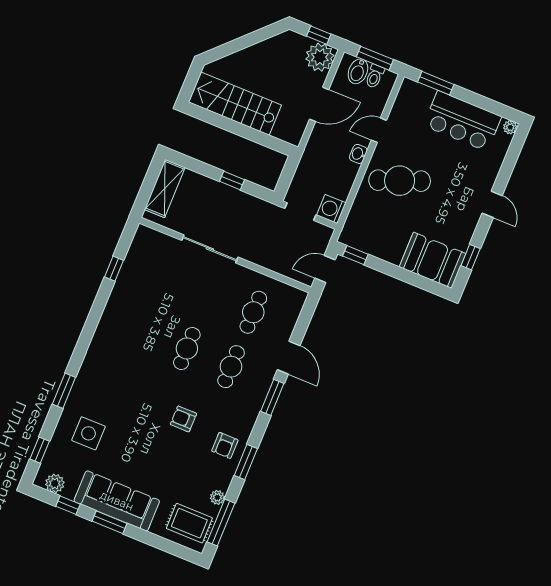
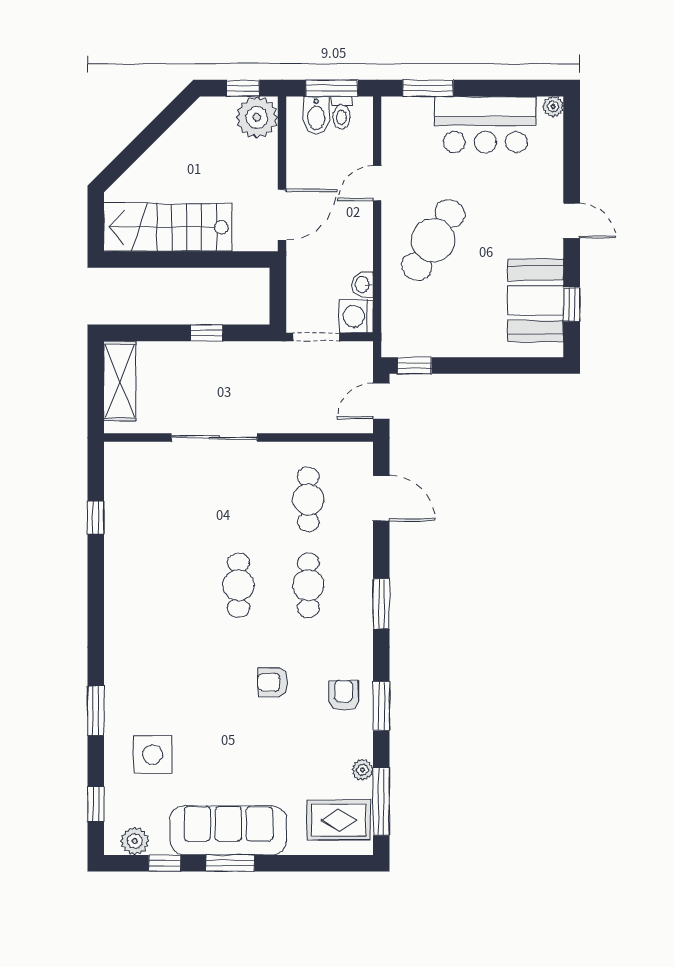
door: (319, 104) -> (282, 215), moved
washbasin: (358, 154) -> (363, 285), moved
cafe table: (400, 181) -> (433, 240), turned -37
booth: (433, 260) -> (536, 300), moved, turned 90
door: (289, 358) -> (381, 498), moved
armchair: (225, 445) -> (344, 695), turned 180

